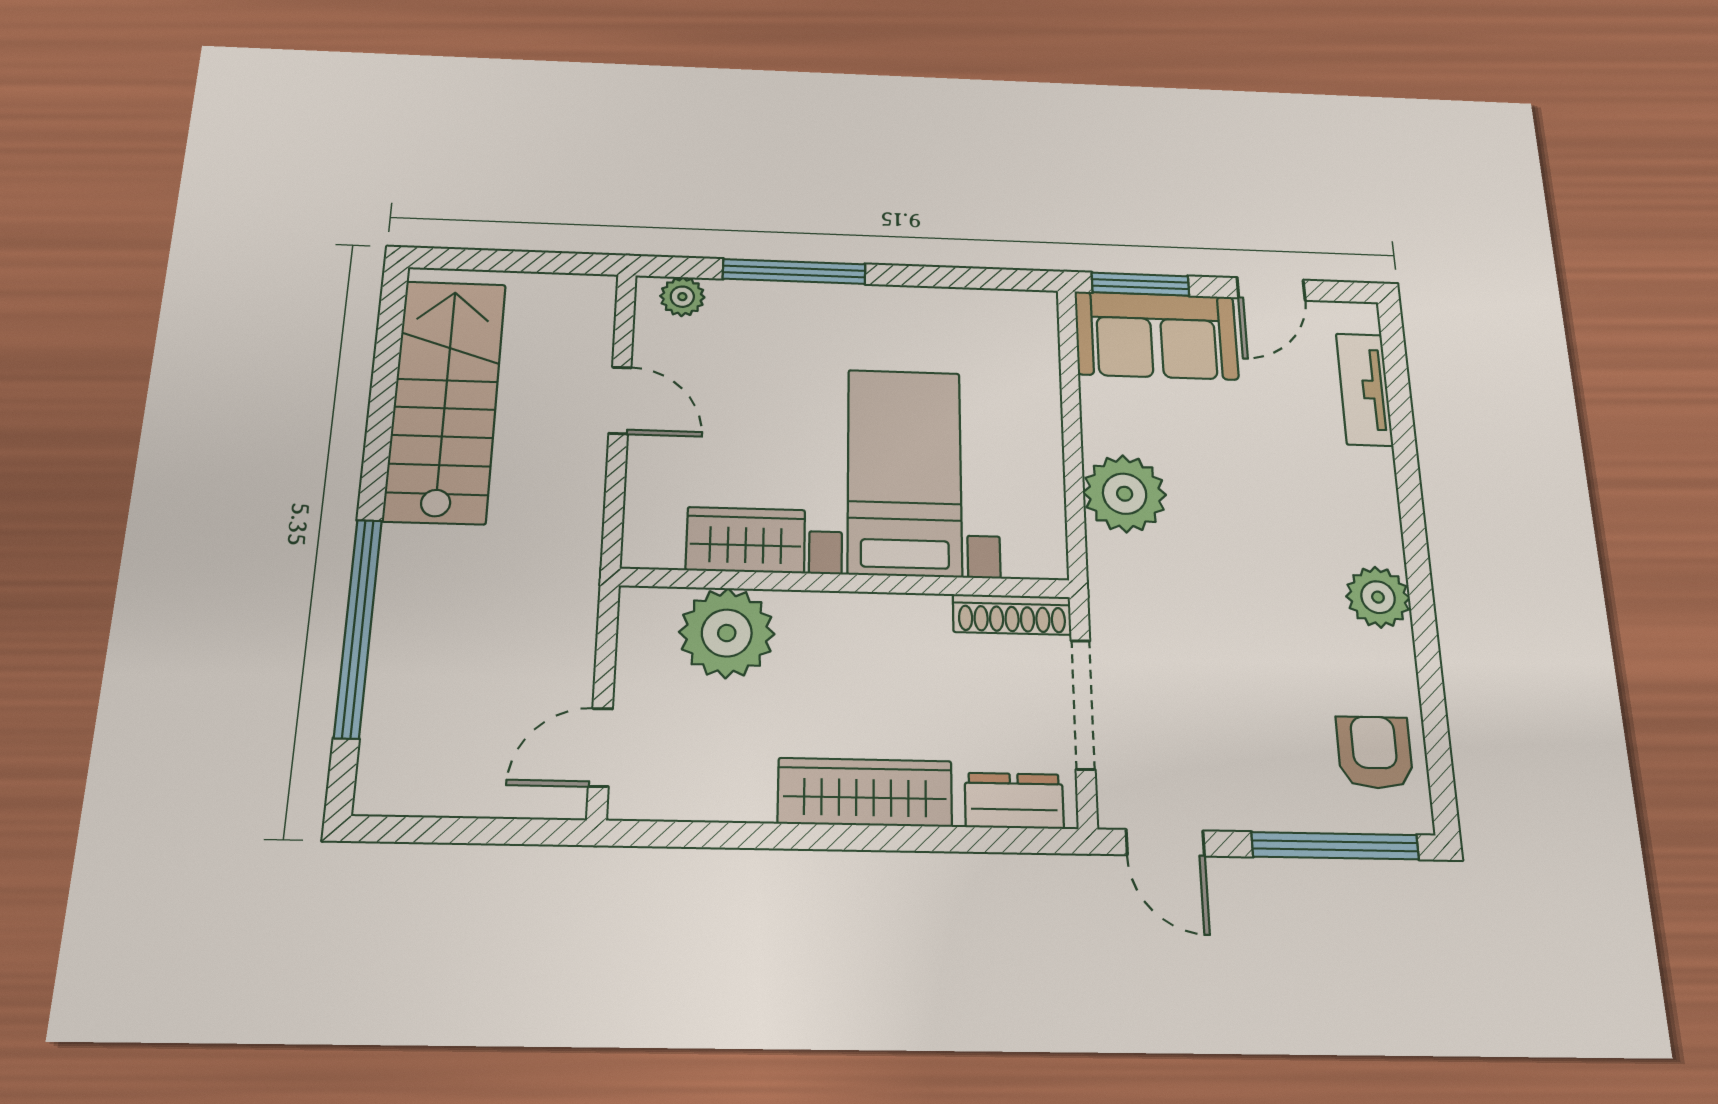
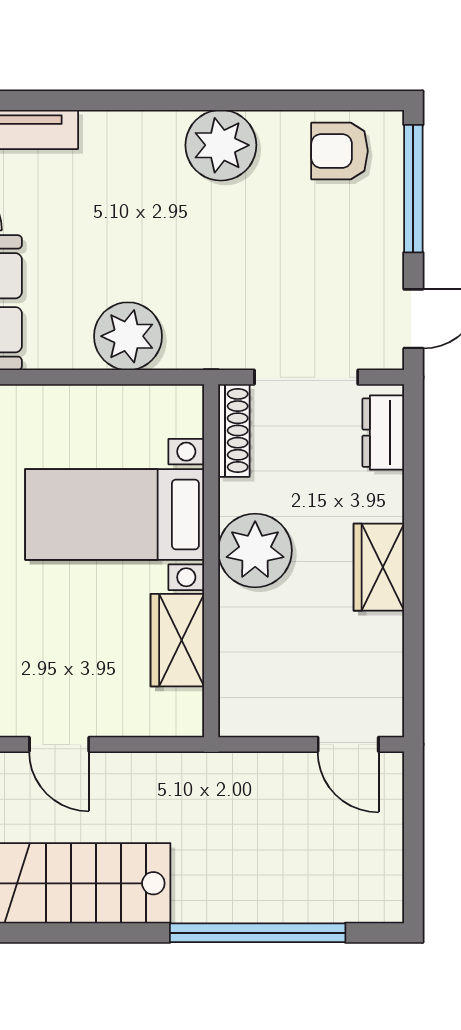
door: (620, 400) -> (59, 744), swing flipped
plant: (1378, 597) -> (221, 145), width x1.36, depth x1.36
plant: (727, 633) -> (255, 550), moved
wardrobe: (865, 792) -> (379, 567), width x0.67

